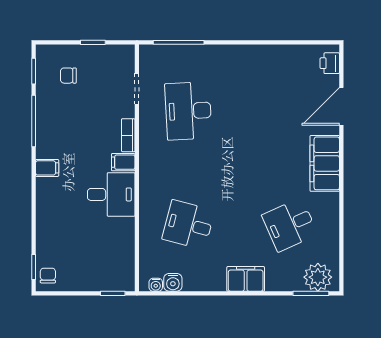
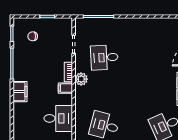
desk: (188, 111) -> (104, 57), width x0.73
plant: (150, 147) -> (81, 79), added
filing cabinet: (47, 168) -> (20, 92), width x2.00
desk: (111, 194) -> (58, 118), moved

